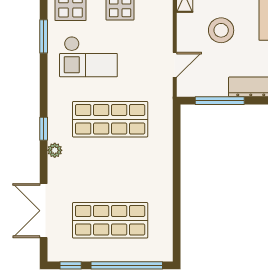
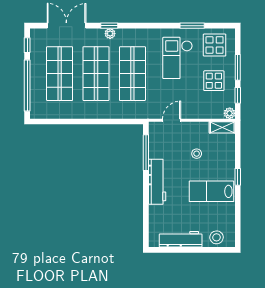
stool: (221, 30) -> (197, 154), width x0.53, depth x0.53
door: (175, 65) -> (172, 120), swing flipped
window: (44, 129) -> (109, 26), moved
shop shelf: (110, 170) -> (96, 74), added

